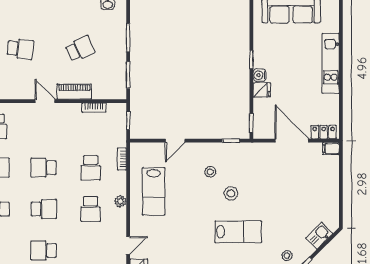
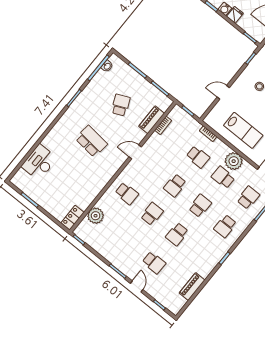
school desk: (20, 49) -> (91, 141), width x1.85
piano: (74, 92) -> (152, 120), moved
door: (175, 141) -> (223, 92), swing flipped
plant: (120, 201) -> (234, 161), width x1.88, depth x1.88
school desk: (91, 209) -> (223, 177), turned 180
school desk: (91, 250) -> (248, 198), added

